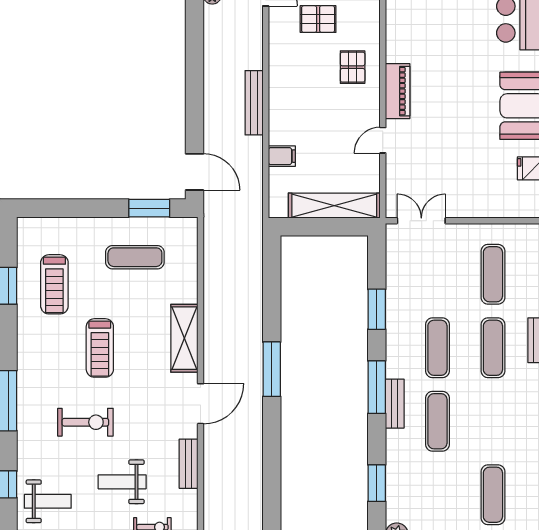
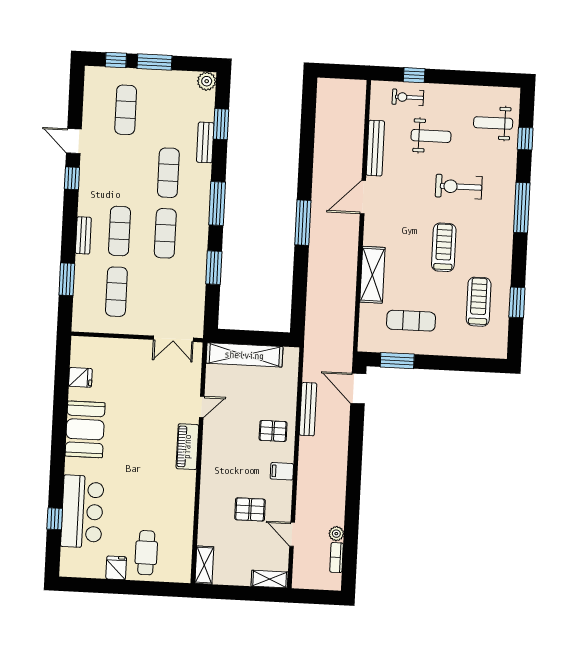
pallet: (353, 67) -> (273, 431), moved, turned 90
bench: (254, 103) -> (308, 409), moved
filing cabinet: (282, 156) -> (282, 471), moved
shelving: (184, 338) -> (372, 275), moved
bench: (395, 404) -> (205, 142), moved
bench: (189, 464) -> (375, 148), width x1.36

